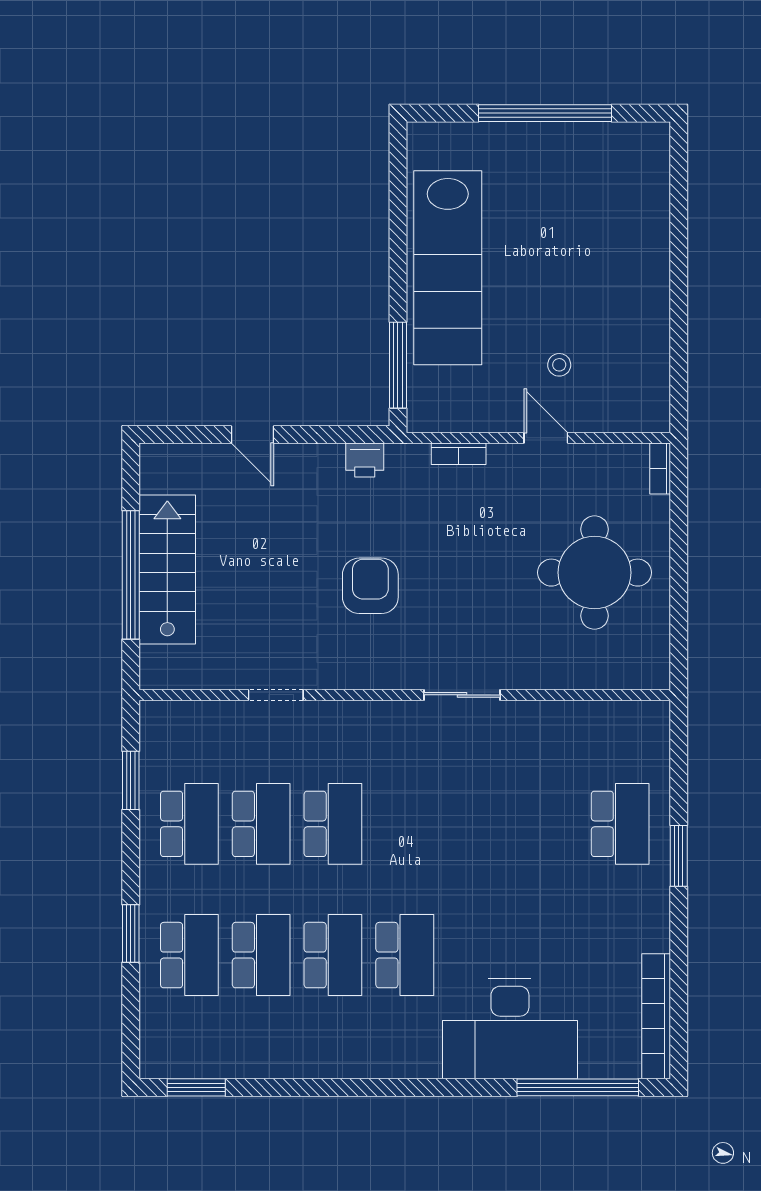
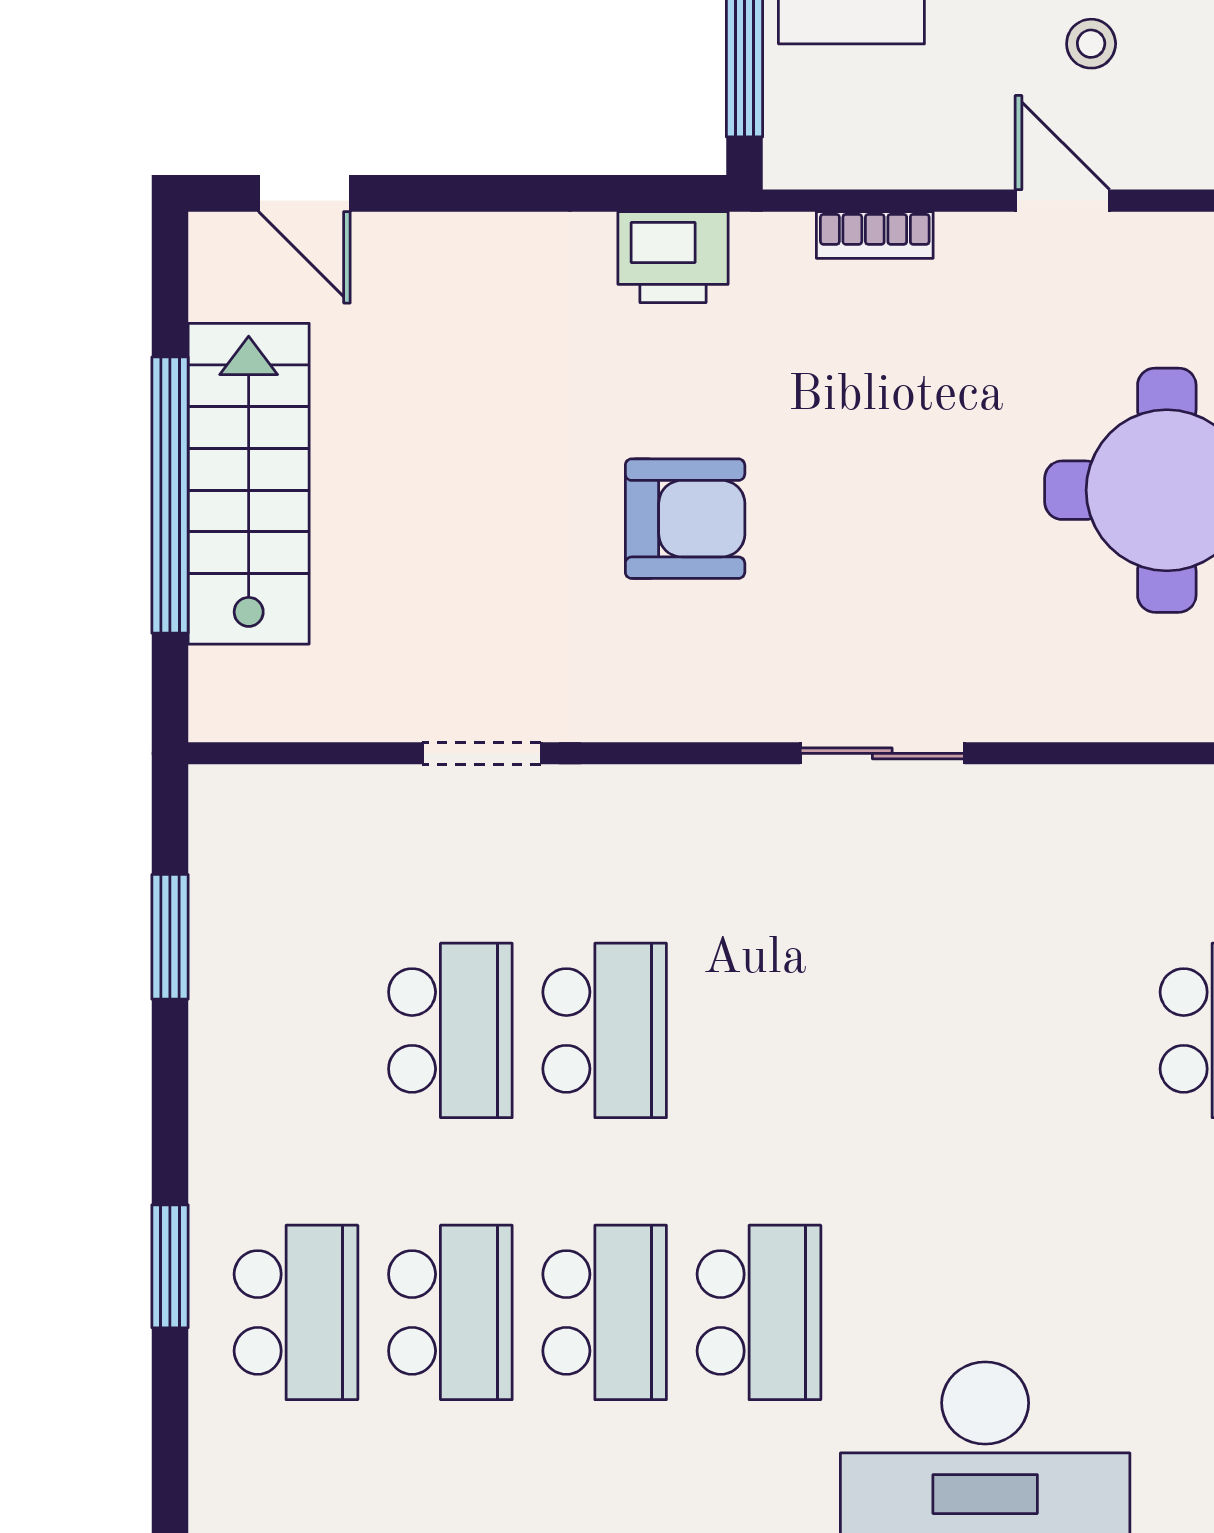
door: (252, 434) -> (304, 193), moved
printer: (365, 460) -> (673, 257), width x1.36, depth x1.24
armchair: (370, 586) -> (685, 519), turned 90
school desk: (189, 824) -> (296, 1030), removed

